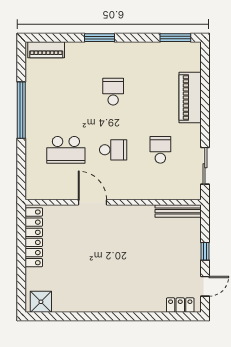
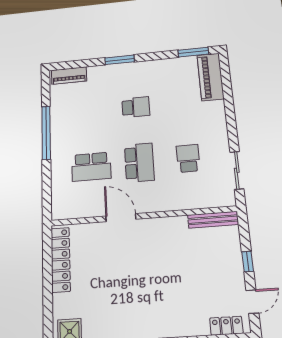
school desk: (113, 92) -> (136, 107), turned 90
piano: (190, 98) -> (211, 77), moved
school desk: (113, 150) -> (139, 163), width x1.85

